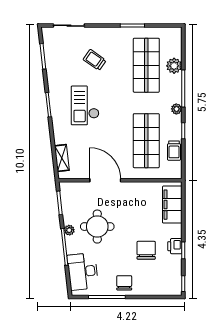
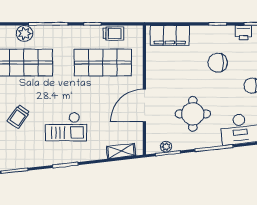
plant: (176, 109) -> (70, 31), removed
plant: (69, 230) -> (166, 147), moved
printer: (175, 246) -> (243, 33), moved

